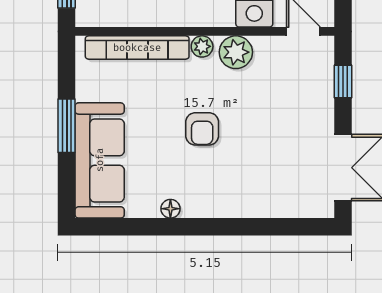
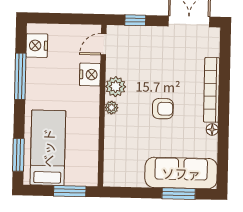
bookcase: (137, 48) -> (212, 90), moved, turned 180
window: (67, 126) -> (179, 194), moved

